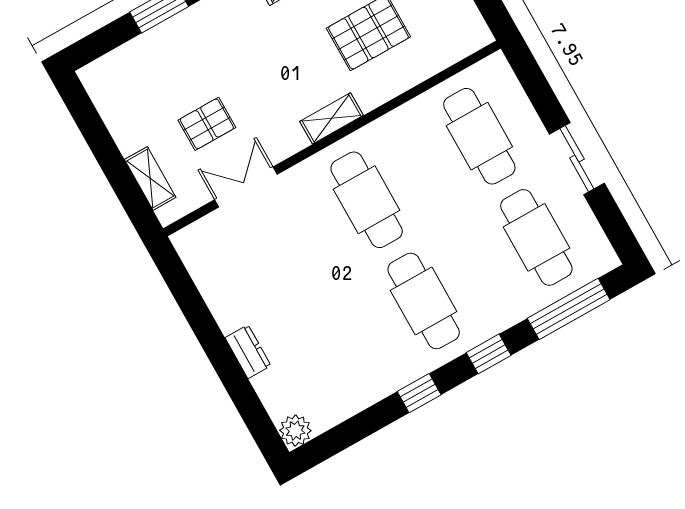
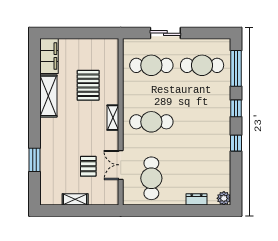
sliding door: (577, 159) -> (165, 33), moved
shelving: (150, 178) -> (75, 199), moved
cafe table: (424, 301) -> (151, 178), moved, turned 90
dresser: (248, 352) -> (197, 199), moved

